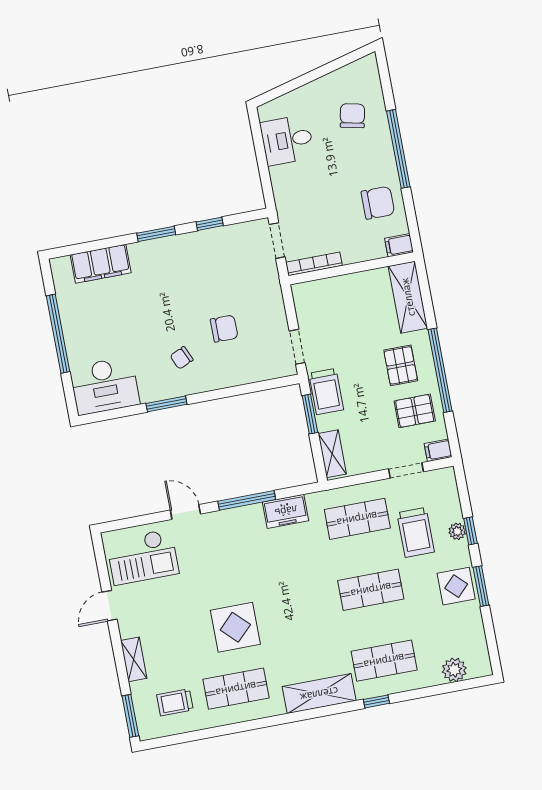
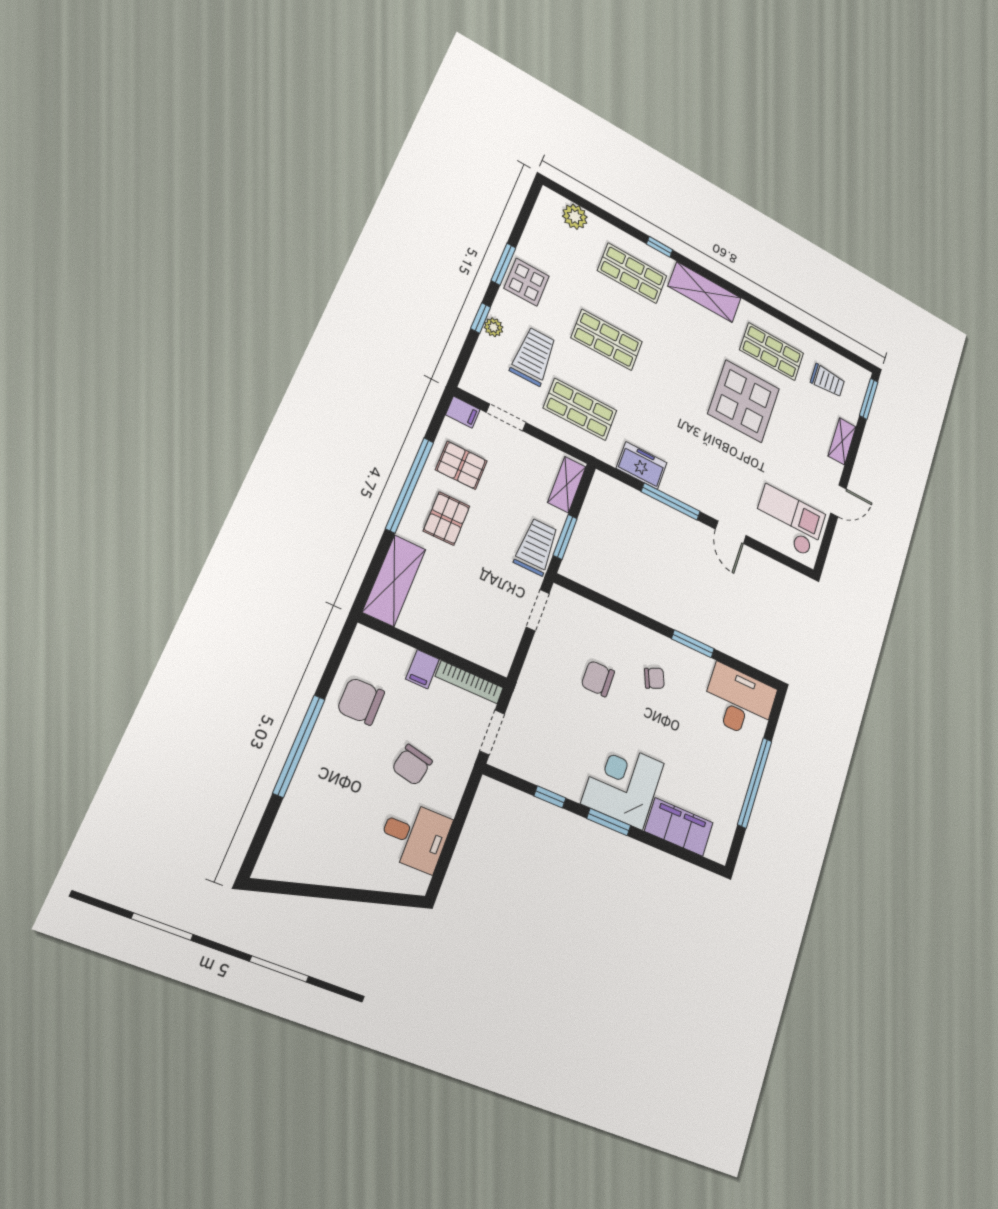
chair: (352, 116) -> (412, 765), moved
filing cabinet: (399, 245) -> (422, 669), moved, turned 90
corner desk: (162, 267) -> (623, 783), added
display table: (235, 627) -> (744, 401), width x1.36, depth x1.36

